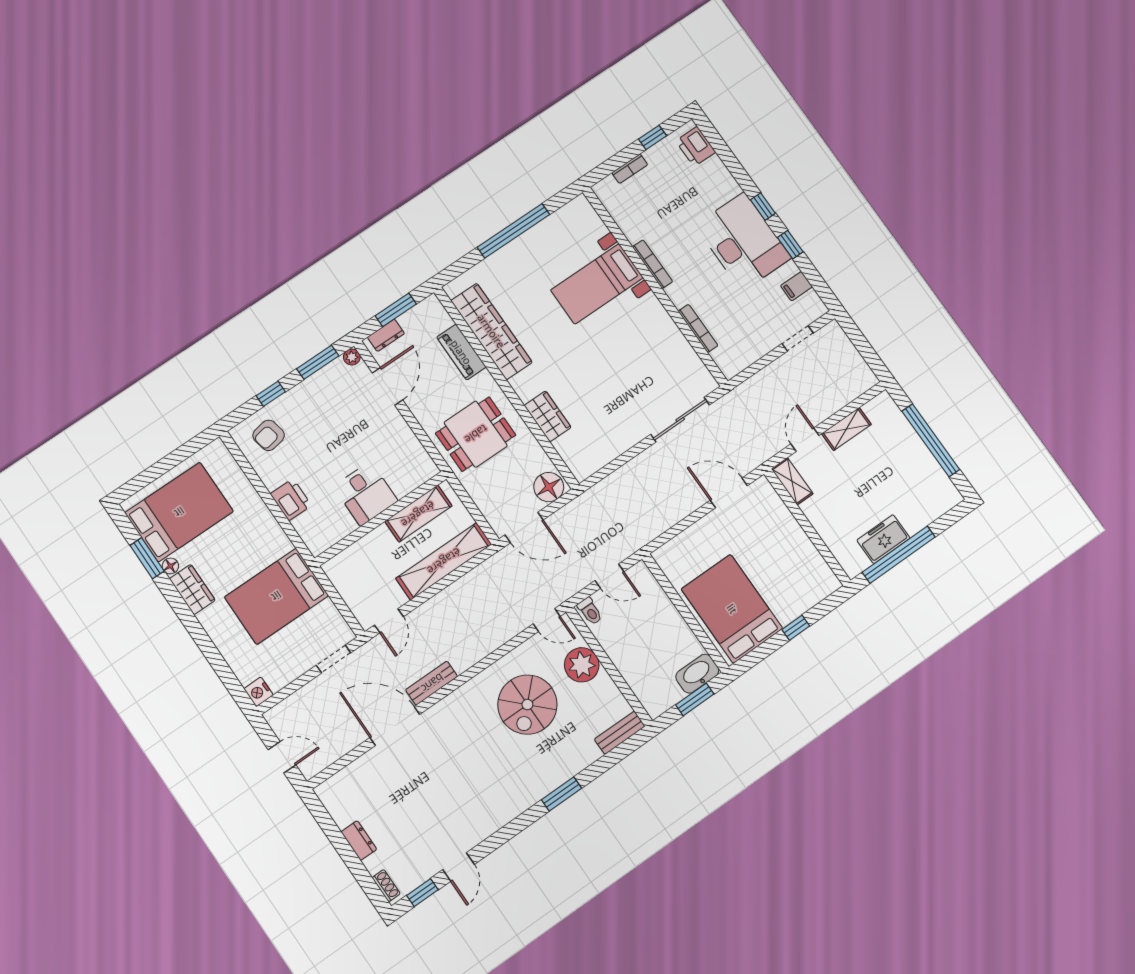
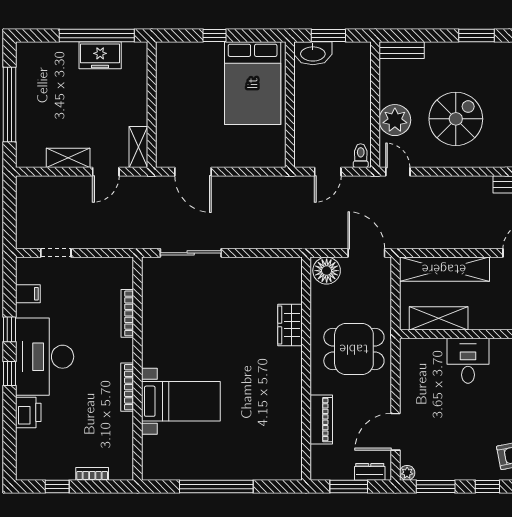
printer: (696, 146) -> (28, 412), moved
wardrobe: (491, 331) -> (287, 420), removed
door: (609, 576) -> (328, 172), swing flipped

